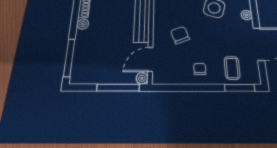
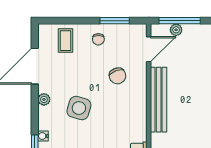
plant: (142, 78) -> (176, 30), moved
window: (240, 88) -> (115, 21), moved

